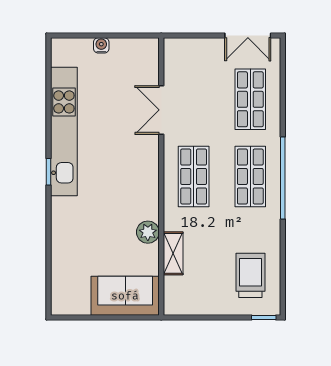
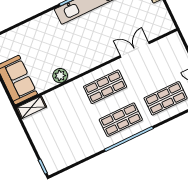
shelving: (173, 253) -> (31, 107), moved
trolley: (250, 275) -> (63, 147), removed

